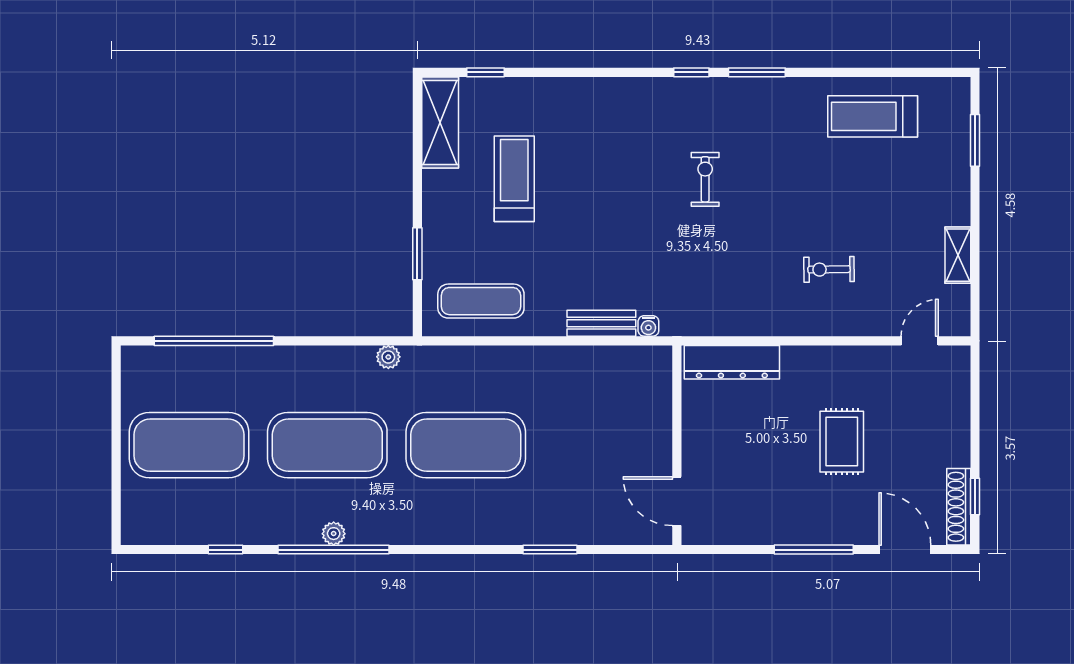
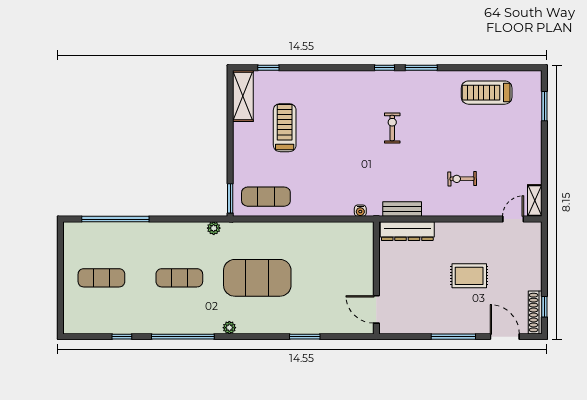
window: (417, 254) -> (230, 198), moved
shelving: (958, 255) -> (535, 201), moved
bench: (601, 323) -> (402, 209), moved
rug: (842, 442) -> (469, 276), turned 90
exercise mat: (189, 445) -> (101, 278), width x0.50, depth x0.69
exercise mat: (327, 445) -> (179, 278), width x0.50, depth x0.69
plant: (334, 534) -> (229, 328), moved

